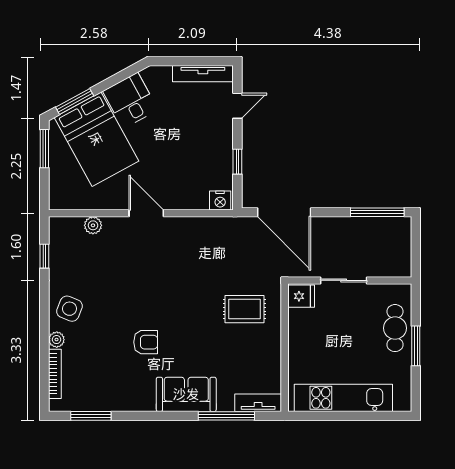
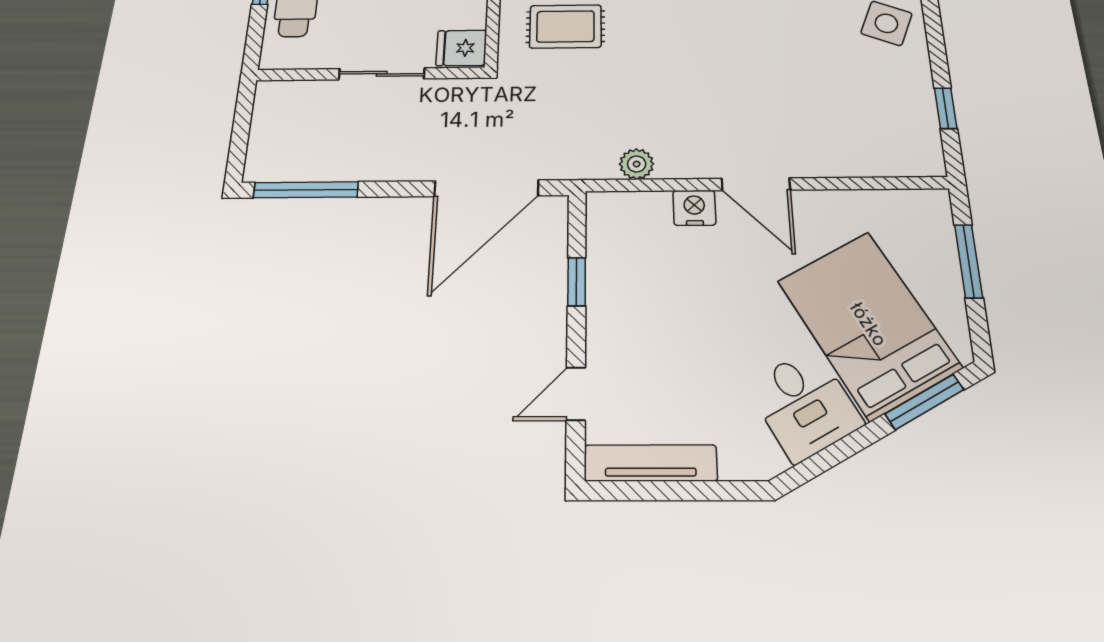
window: (44, 149) -> (969, 261), moved
nightstand: (220, 201) -> (694, 208), moved
door: (284, 212) -> (486, 188), swing flipped
plant: (93, 225) -> (637, 164), moved

